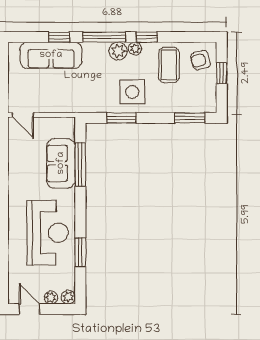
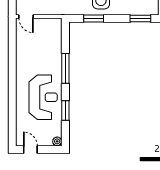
sofa: (61, 163) -> (52, 50), removed
window: (80, 164) -> (65, 68), moved
plant: (51, 297) -> (45, 142), removed

